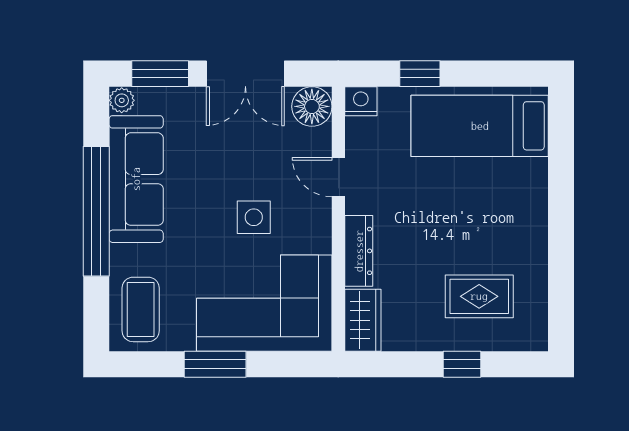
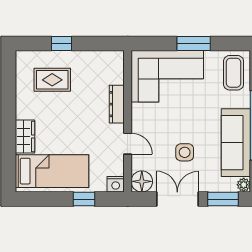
side table: (254, 217) -> (185, 152), moved
wardrobe: (363, 320) -> (25, 137), moved, turned 180

